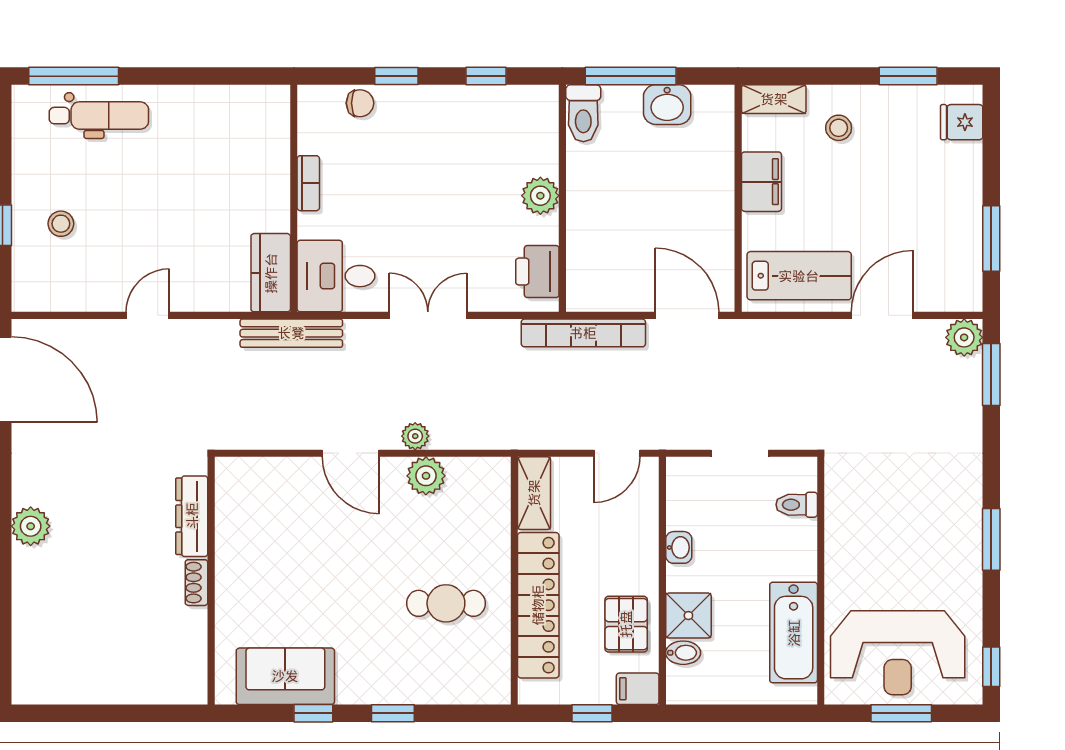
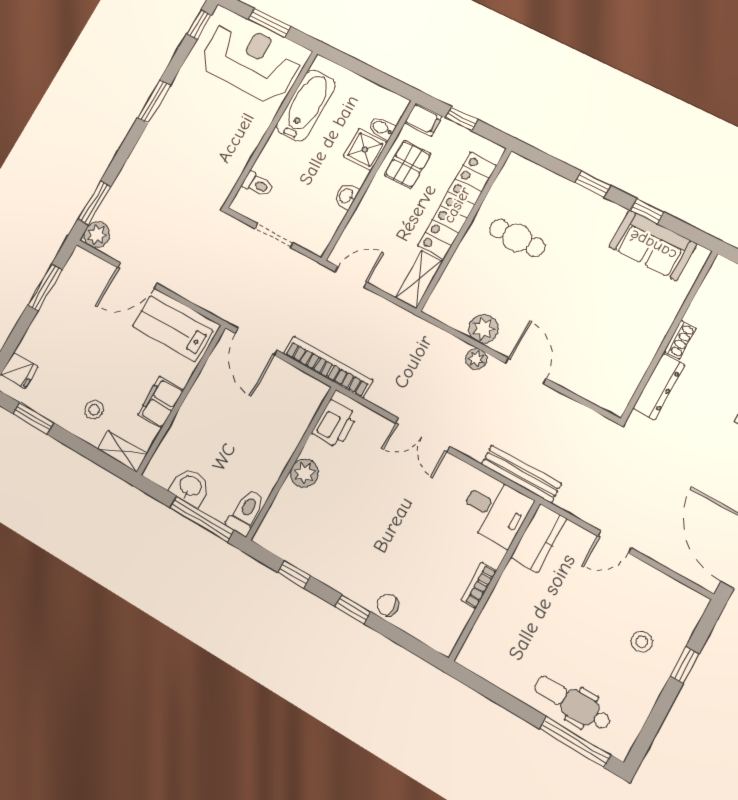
bookcase: (308, 183) -> (479, 585), moved
wall: (294, 198) -> (495, 581), moved
kitchen counter: (271, 273) -> (539, 538), moved
desk: (336, 276) -> (495, 511), moved

